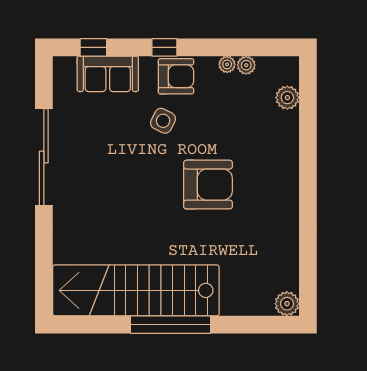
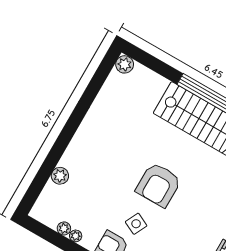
plant: (287, 98) -> (60, 176), moved
armchair: (208, 185) -> (159, 185), moved, turned -90

